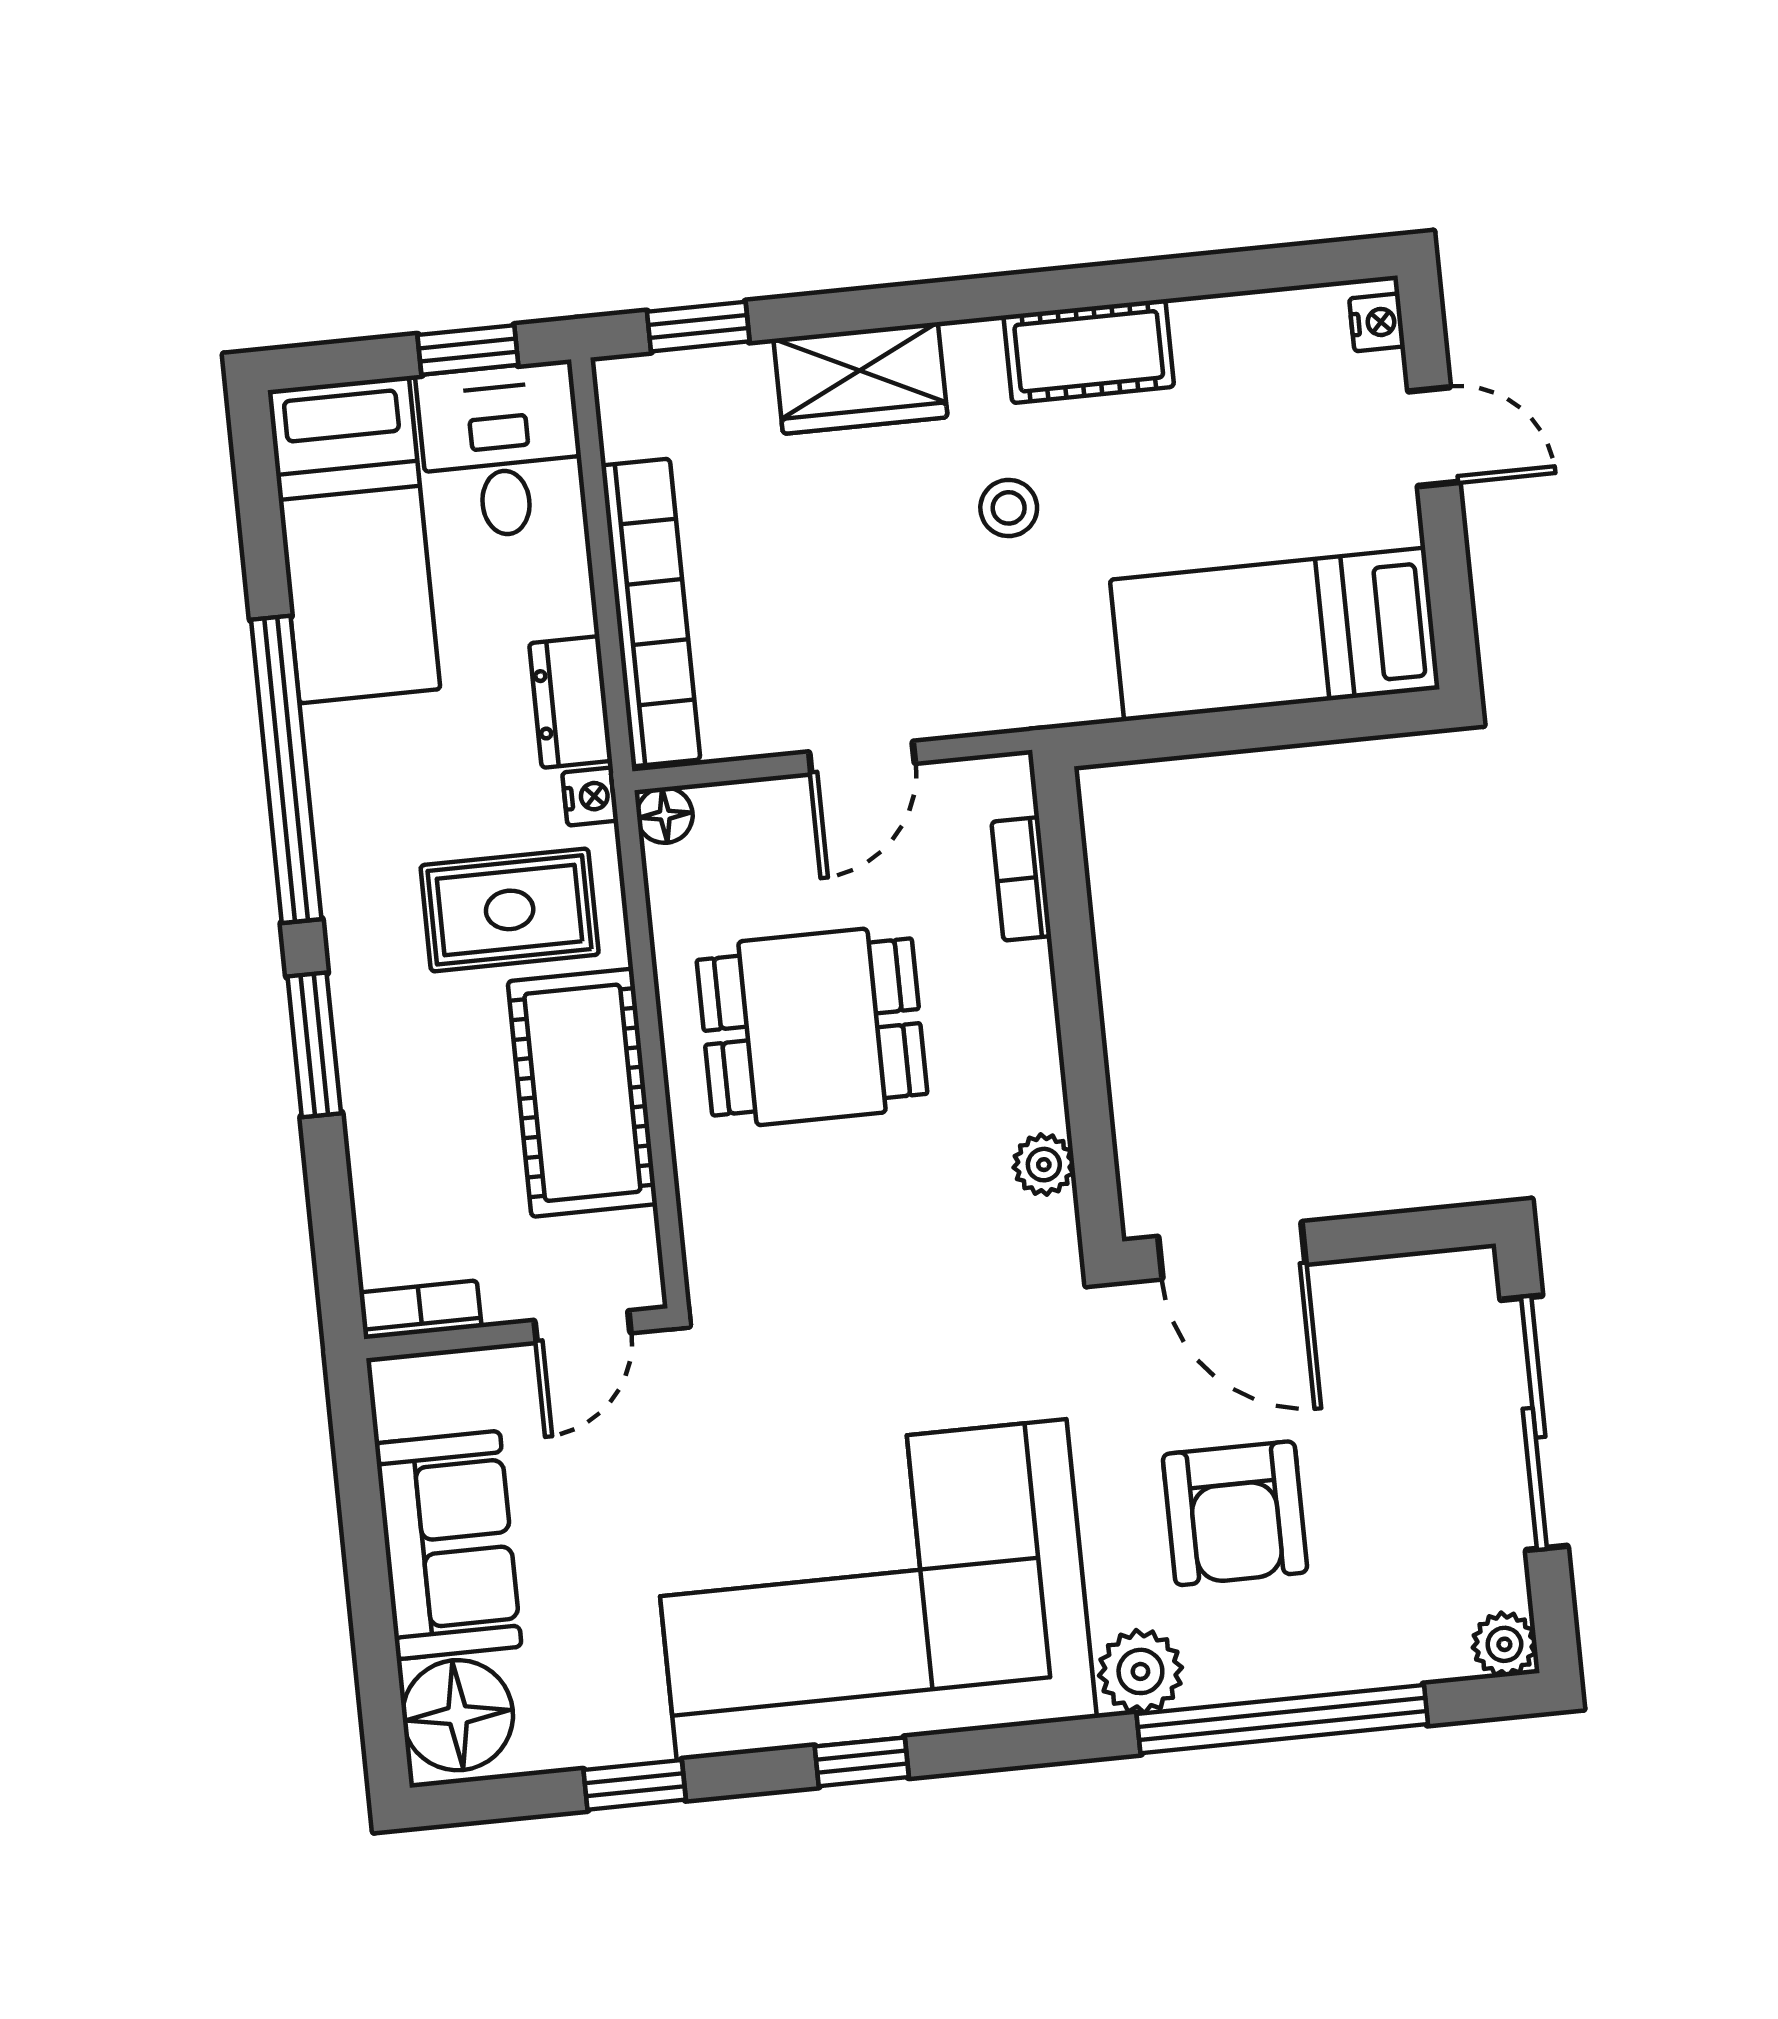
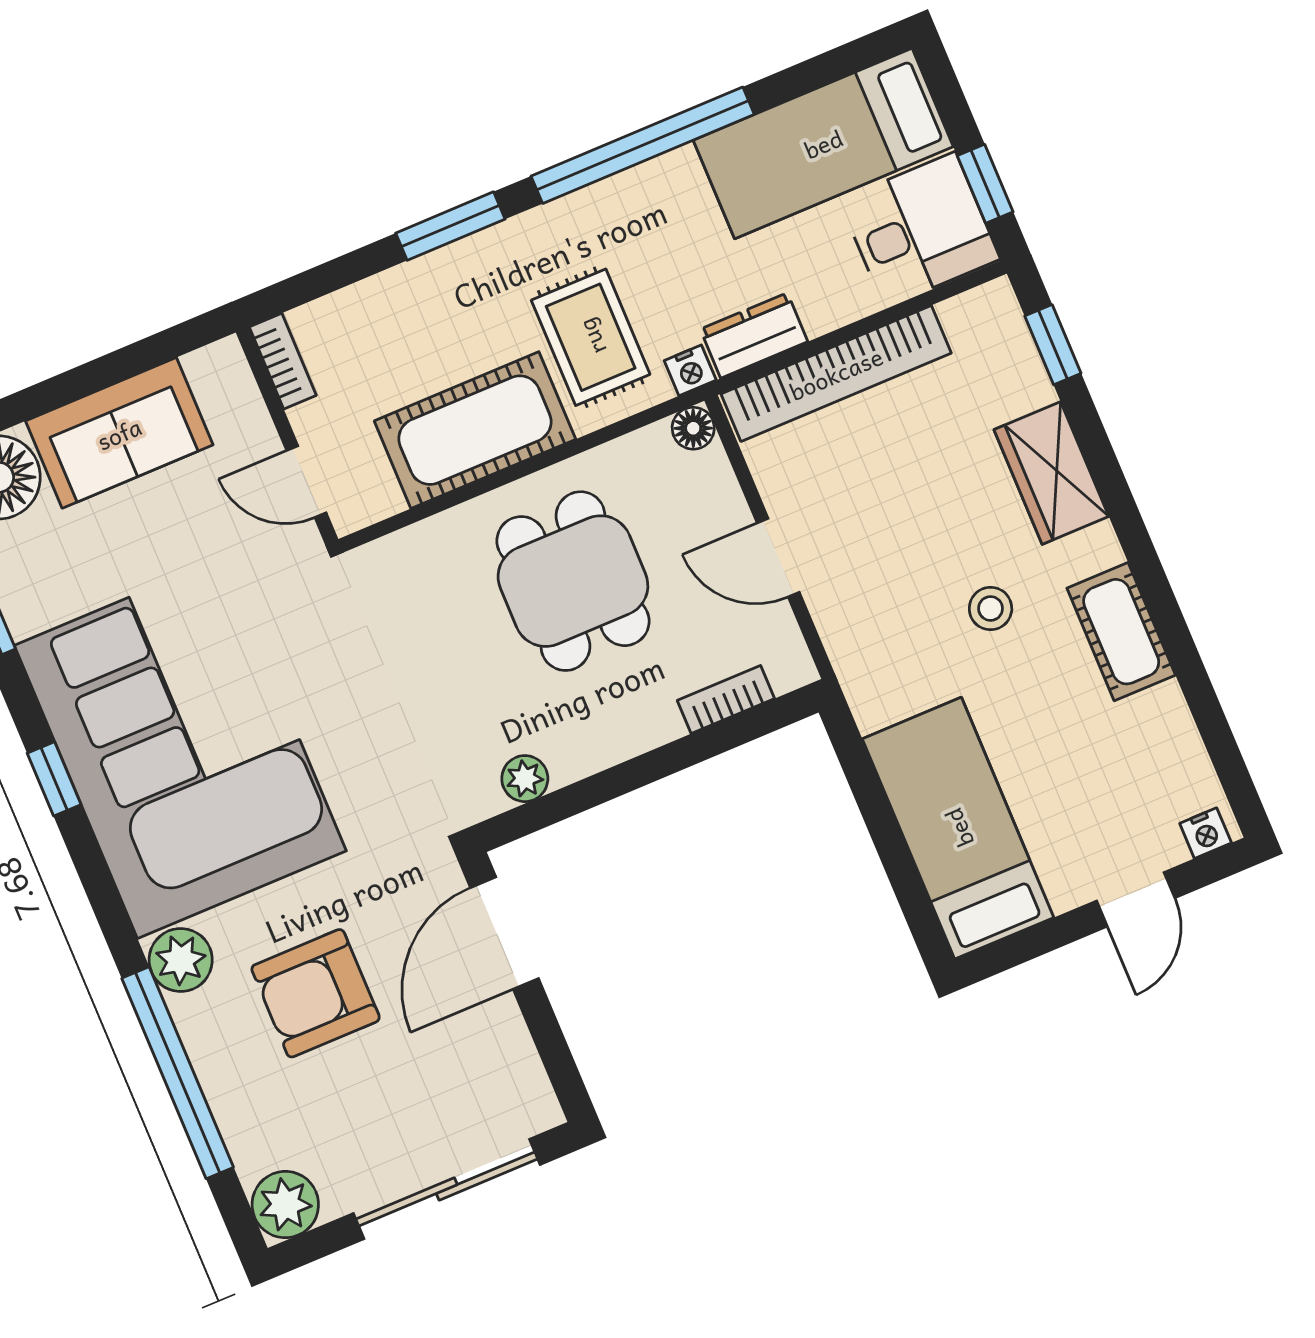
plant: (1504, 1644) -> (285, 1205), width x1.38, depth x1.38

